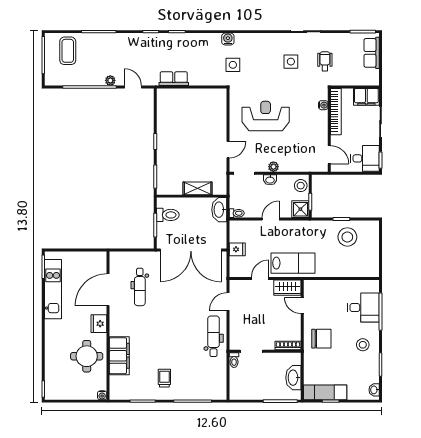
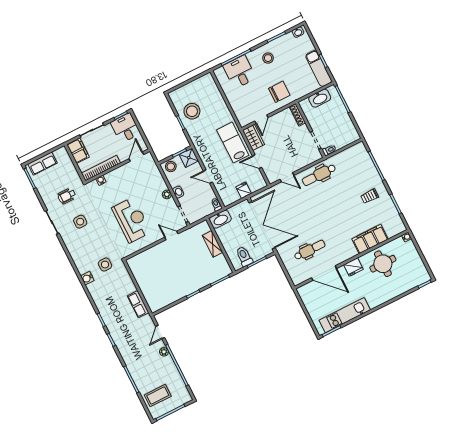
reception desk: (266, 116) -> (131, 220), turned 180
chair: (321, 339) -> (279, 92), turned 90

